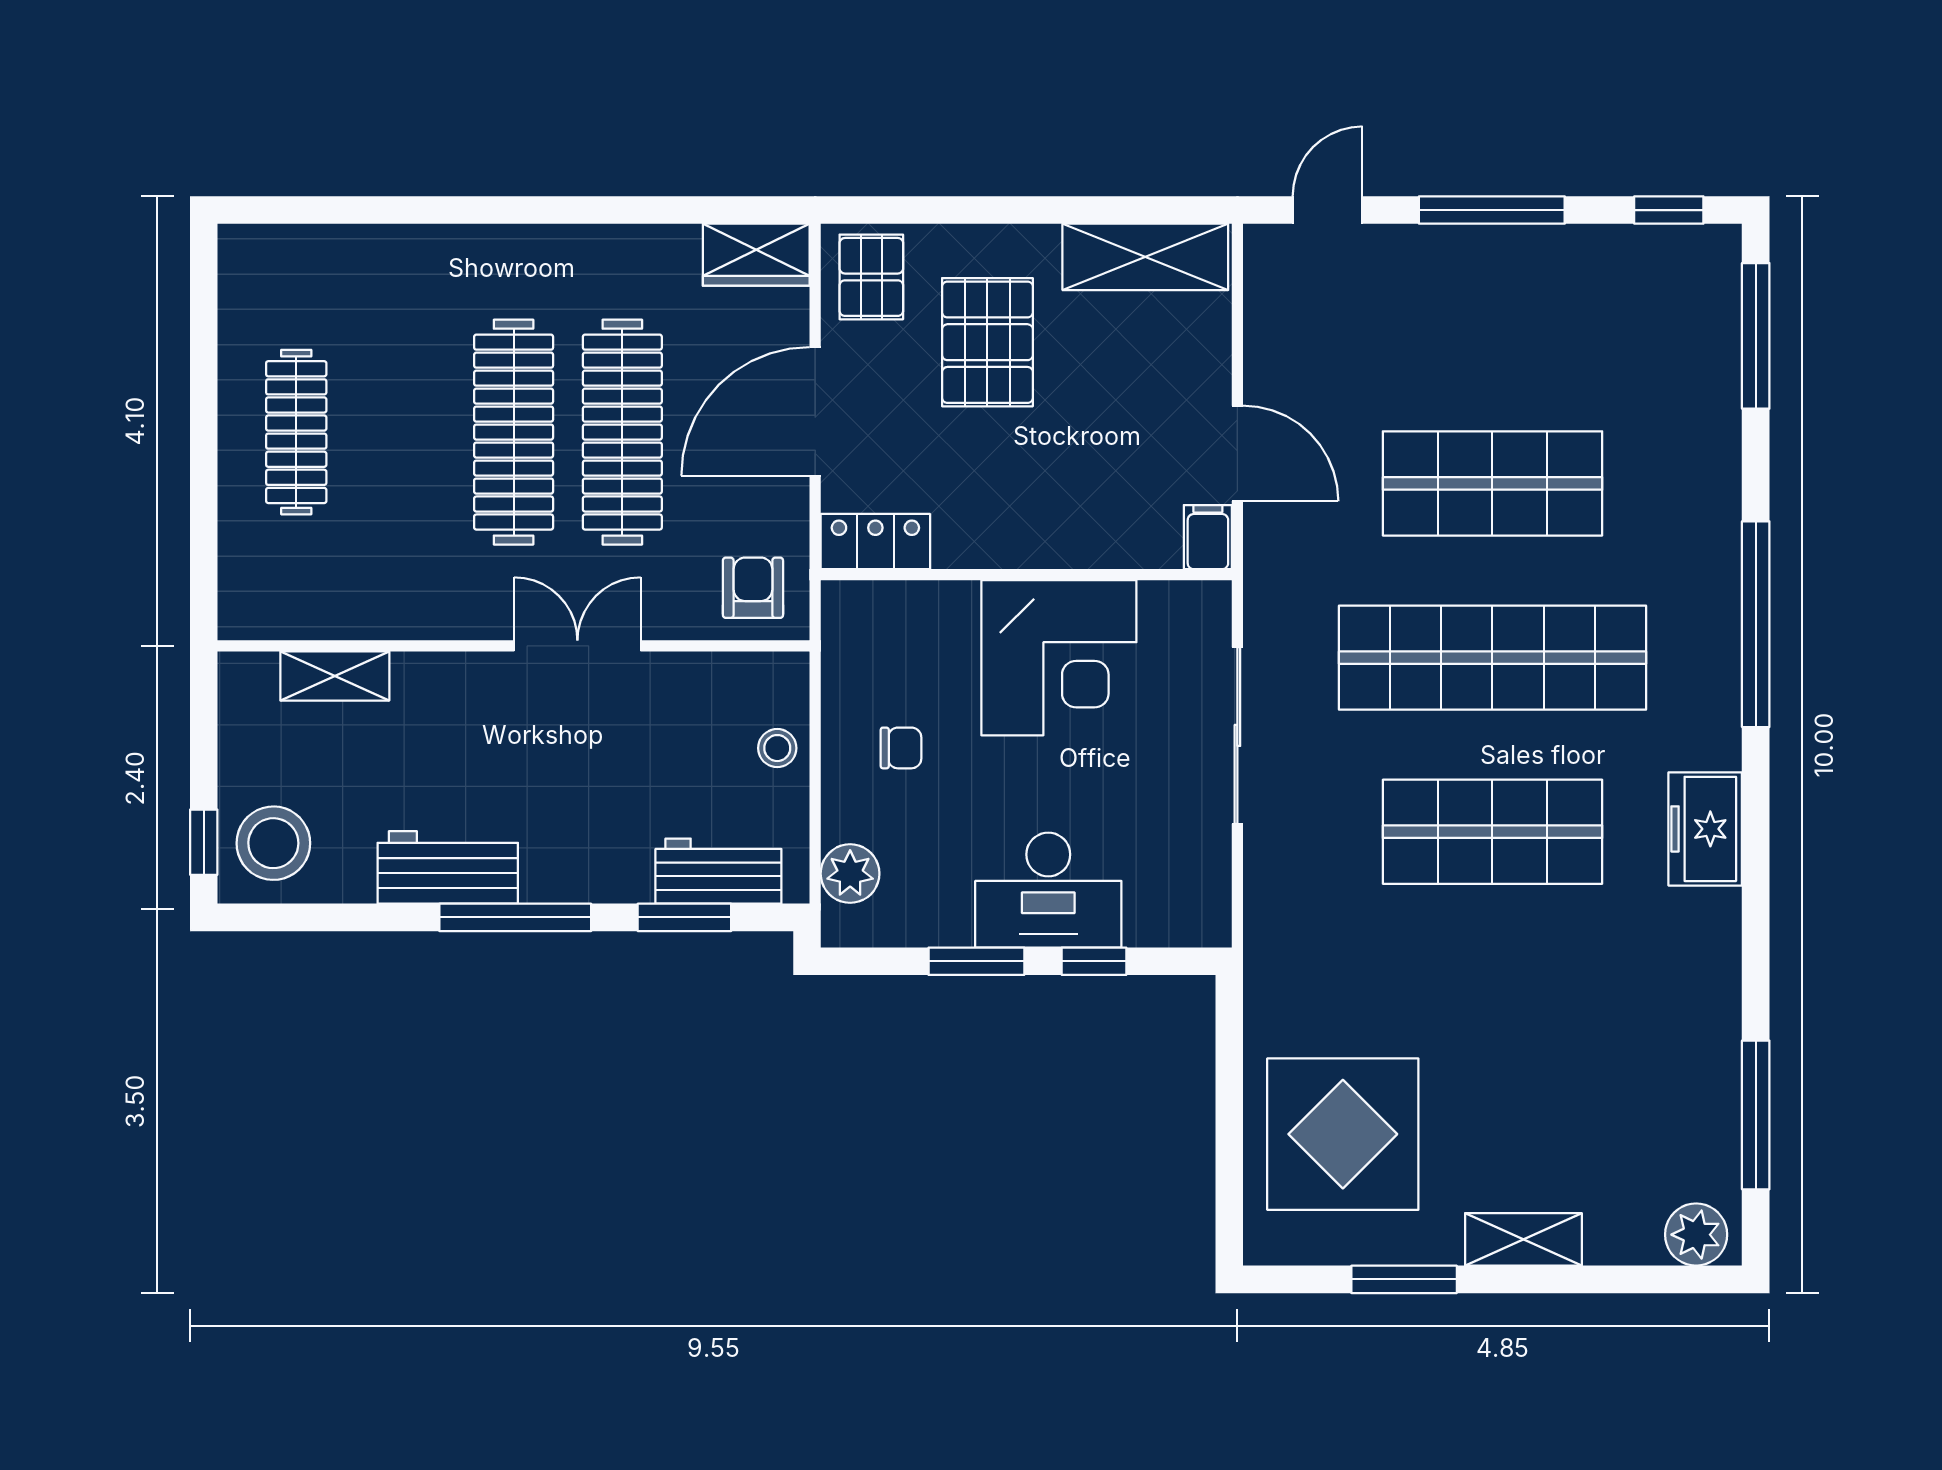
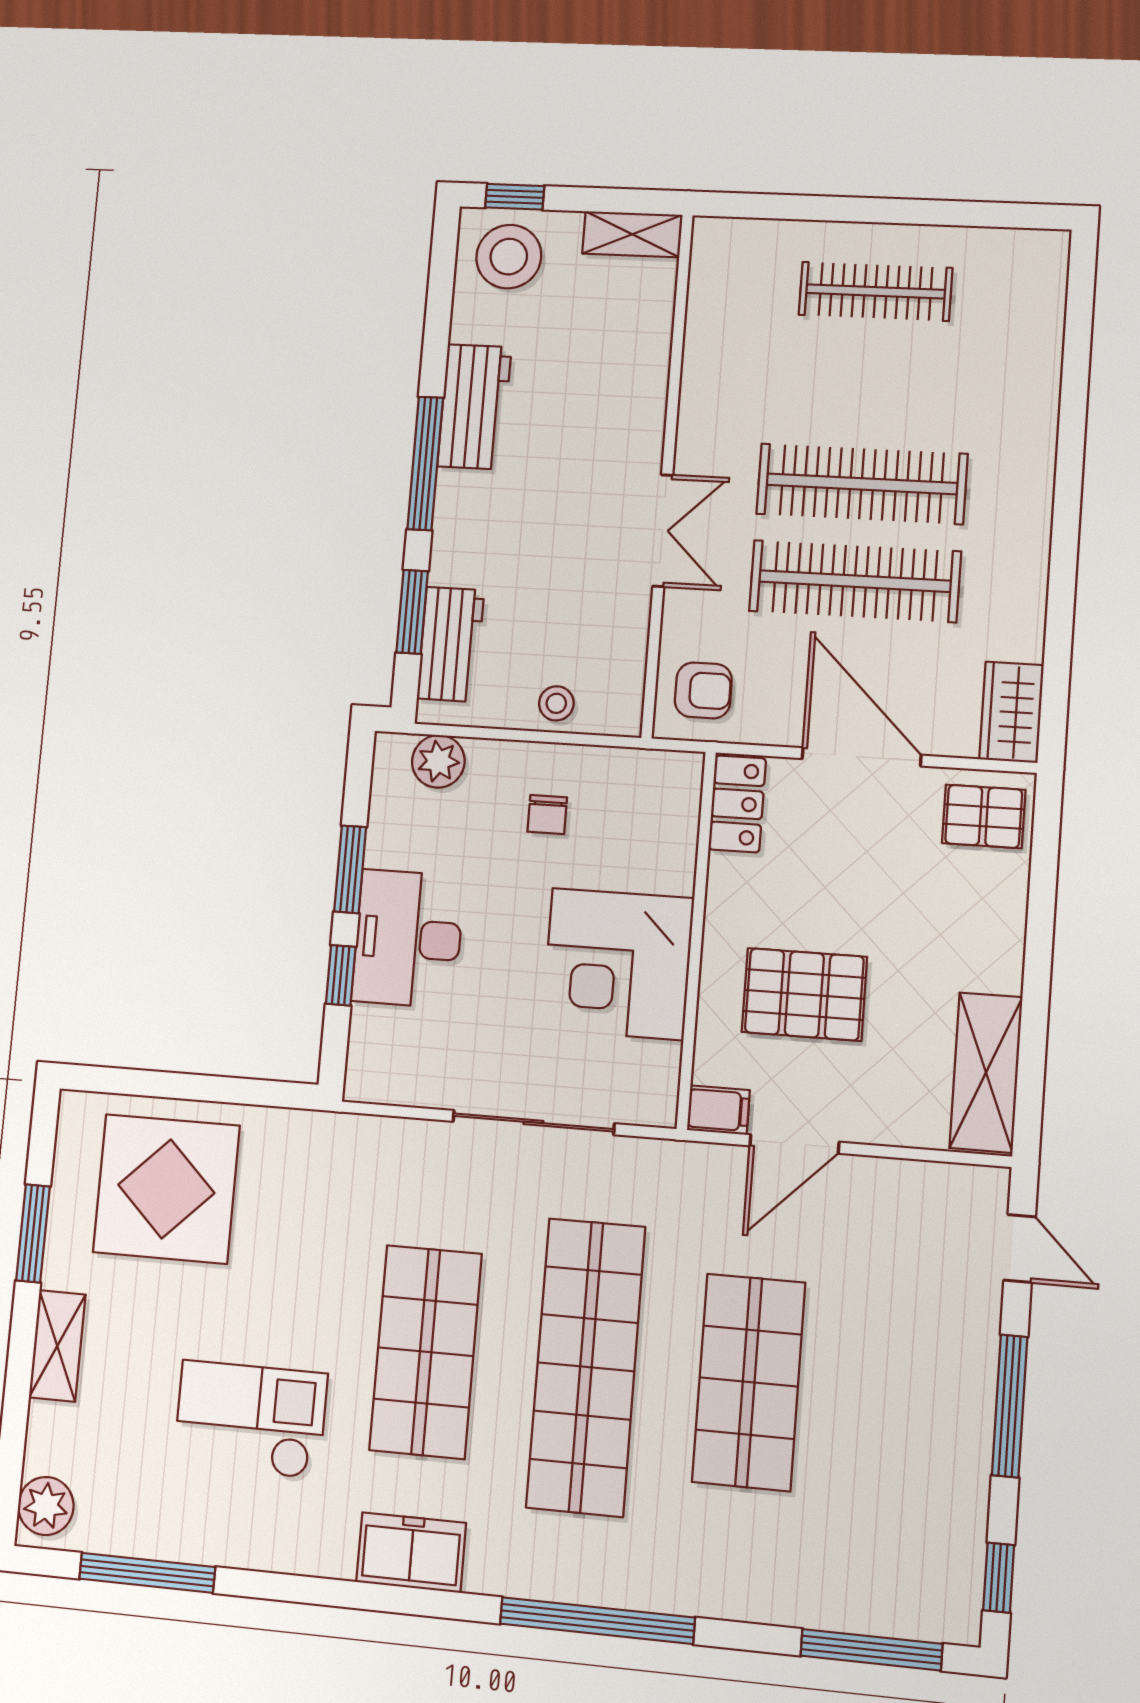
pallet: (987, 342) -> (804, 994), moved
shelving: (335, 676) -> (632, 234), moved, turned 90
checkout: (1582, 1017) -> (250, 1419), added

